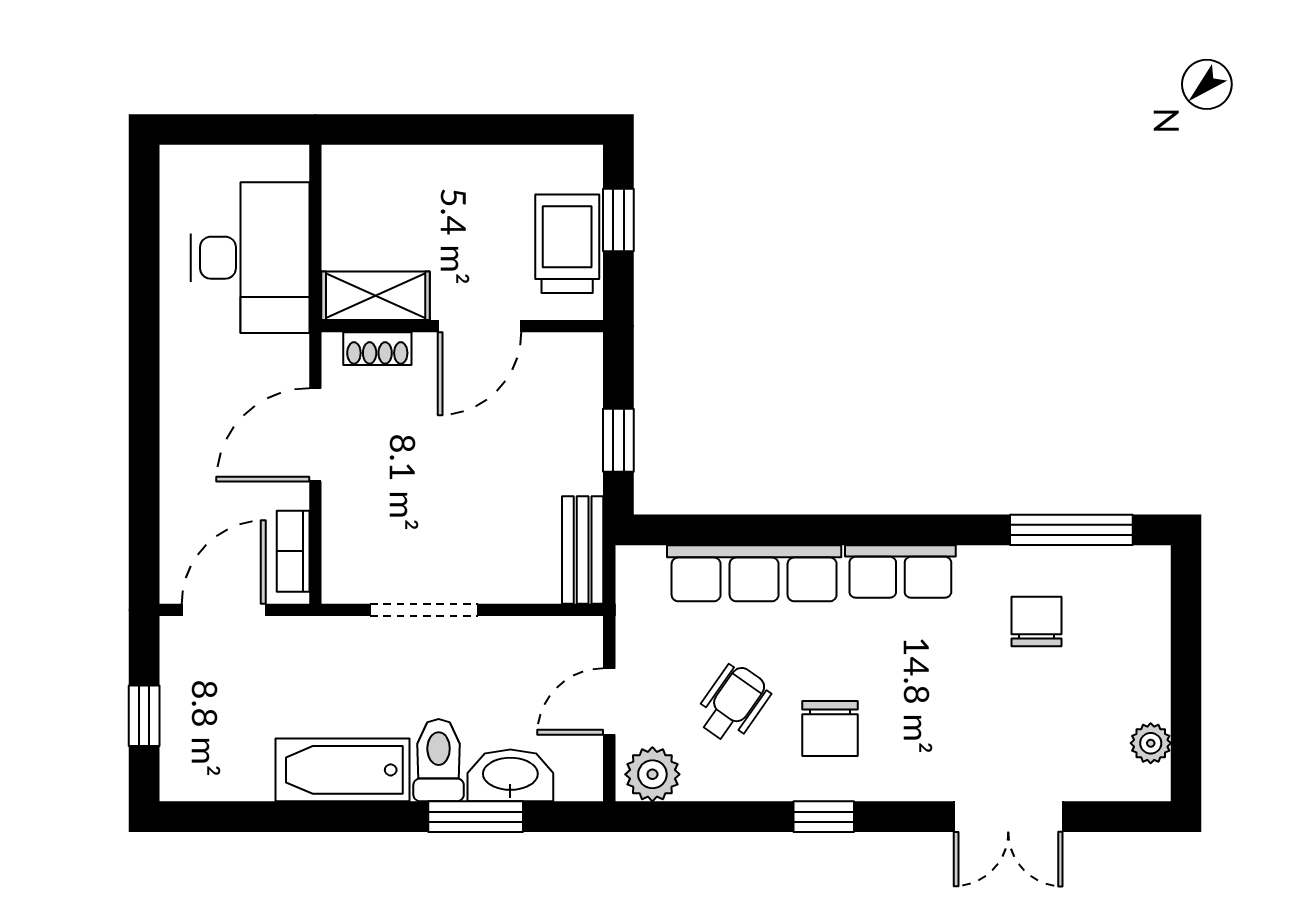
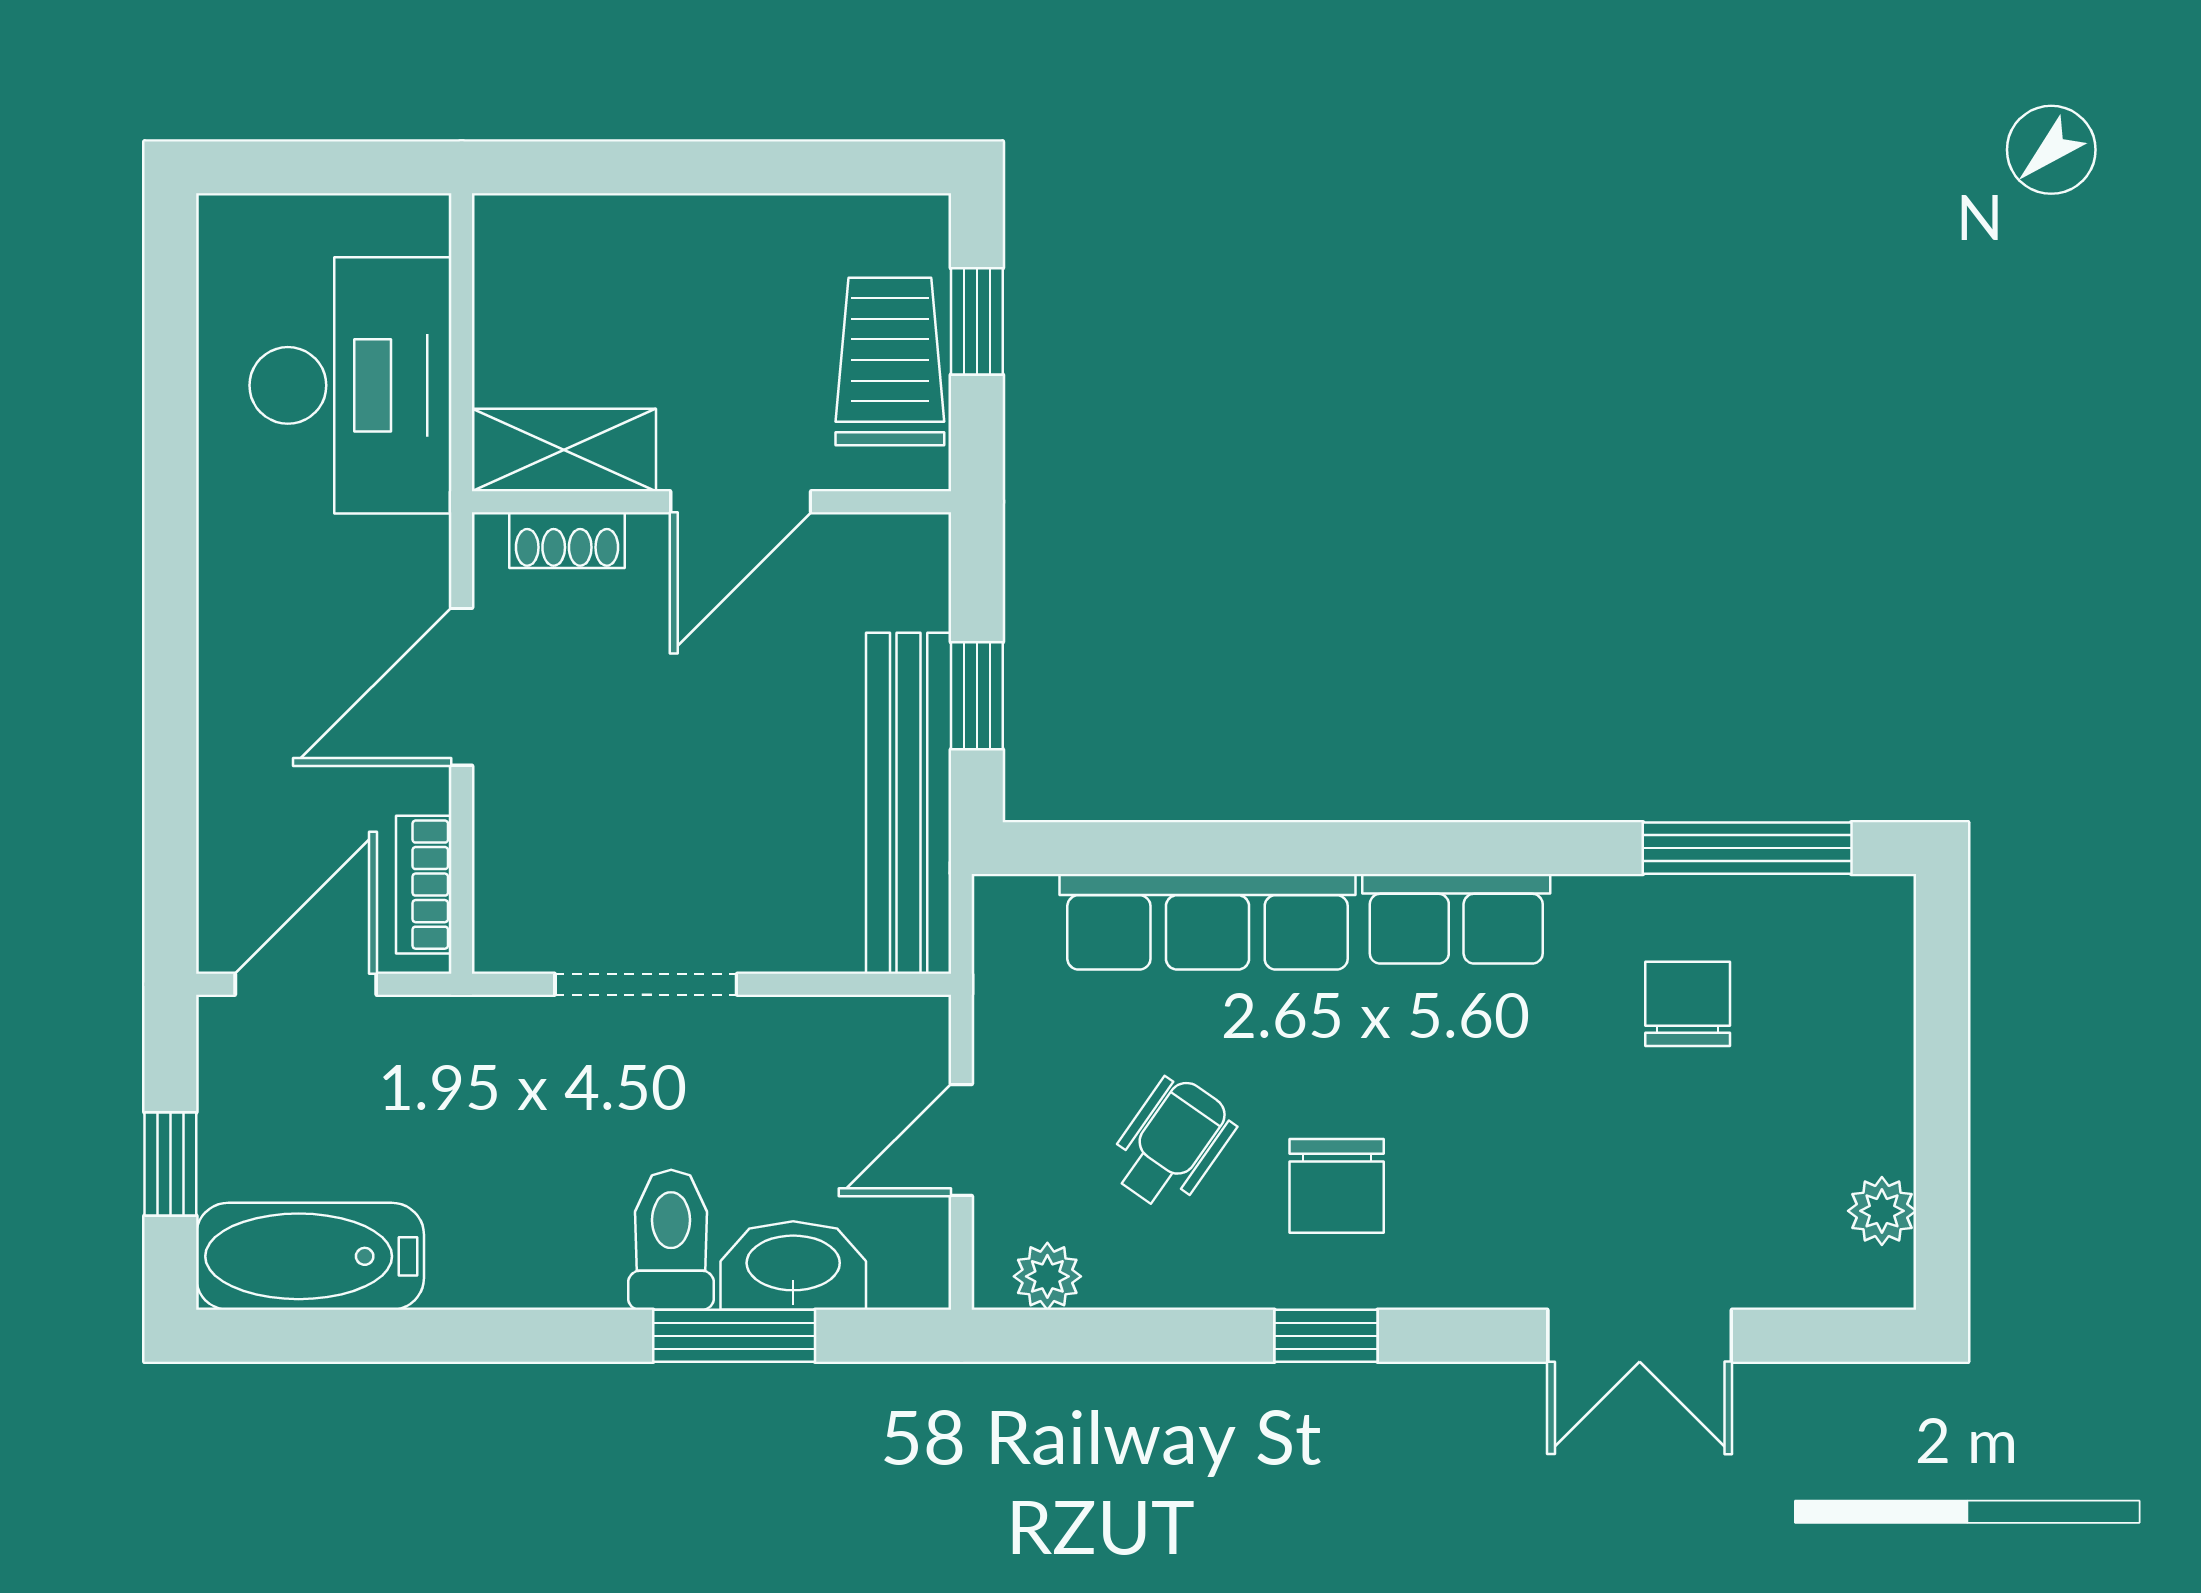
bench: (583, 550) -> (909, 803), width x1.86, depth x1.21
bathtub: (342, 770) -> (310, 1256), moved
plant: (652, 774) -> (1047, 1276), width x0.73, depth x0.73

